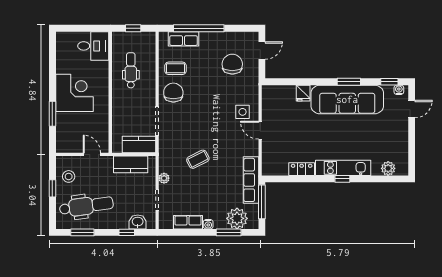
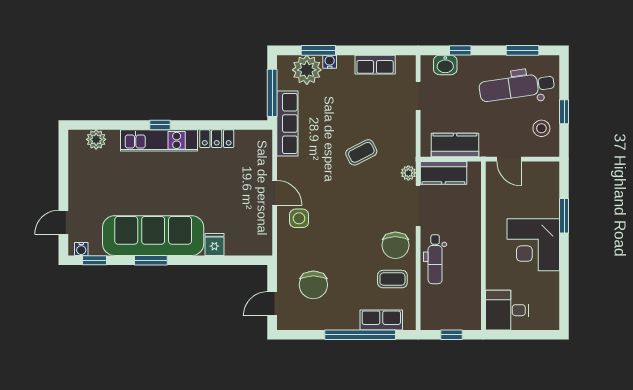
dental chair: (131, 70) -> (435, 259), moved
plant: (164, 178) -> (408, 173), moved
water cooler: (208, 224) -> (330, 62), moved

